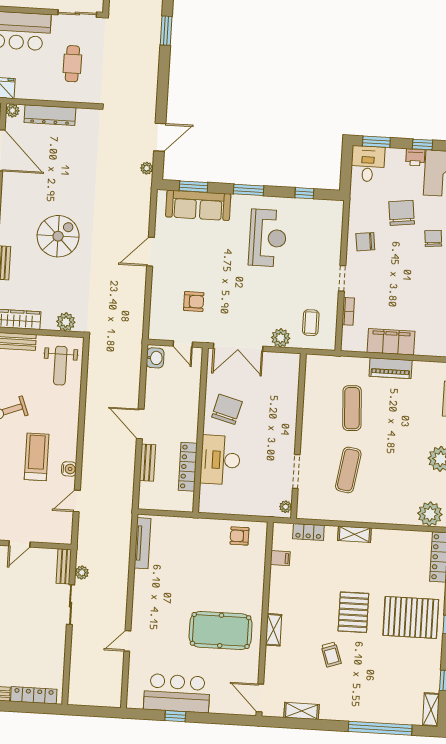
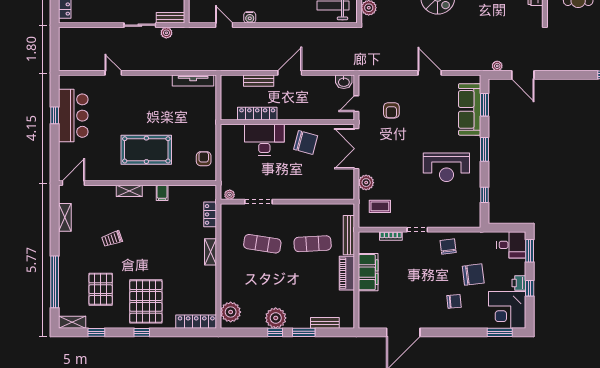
bench: (344, 363) -> (349, 235), added
filing cabinet: (280, 558) -> (162, 193), moved
pallet: (353, 612) -> (101, 289), moved, turned 90
pool table: (221, 630) -> (146, 150), moved, turned 90

